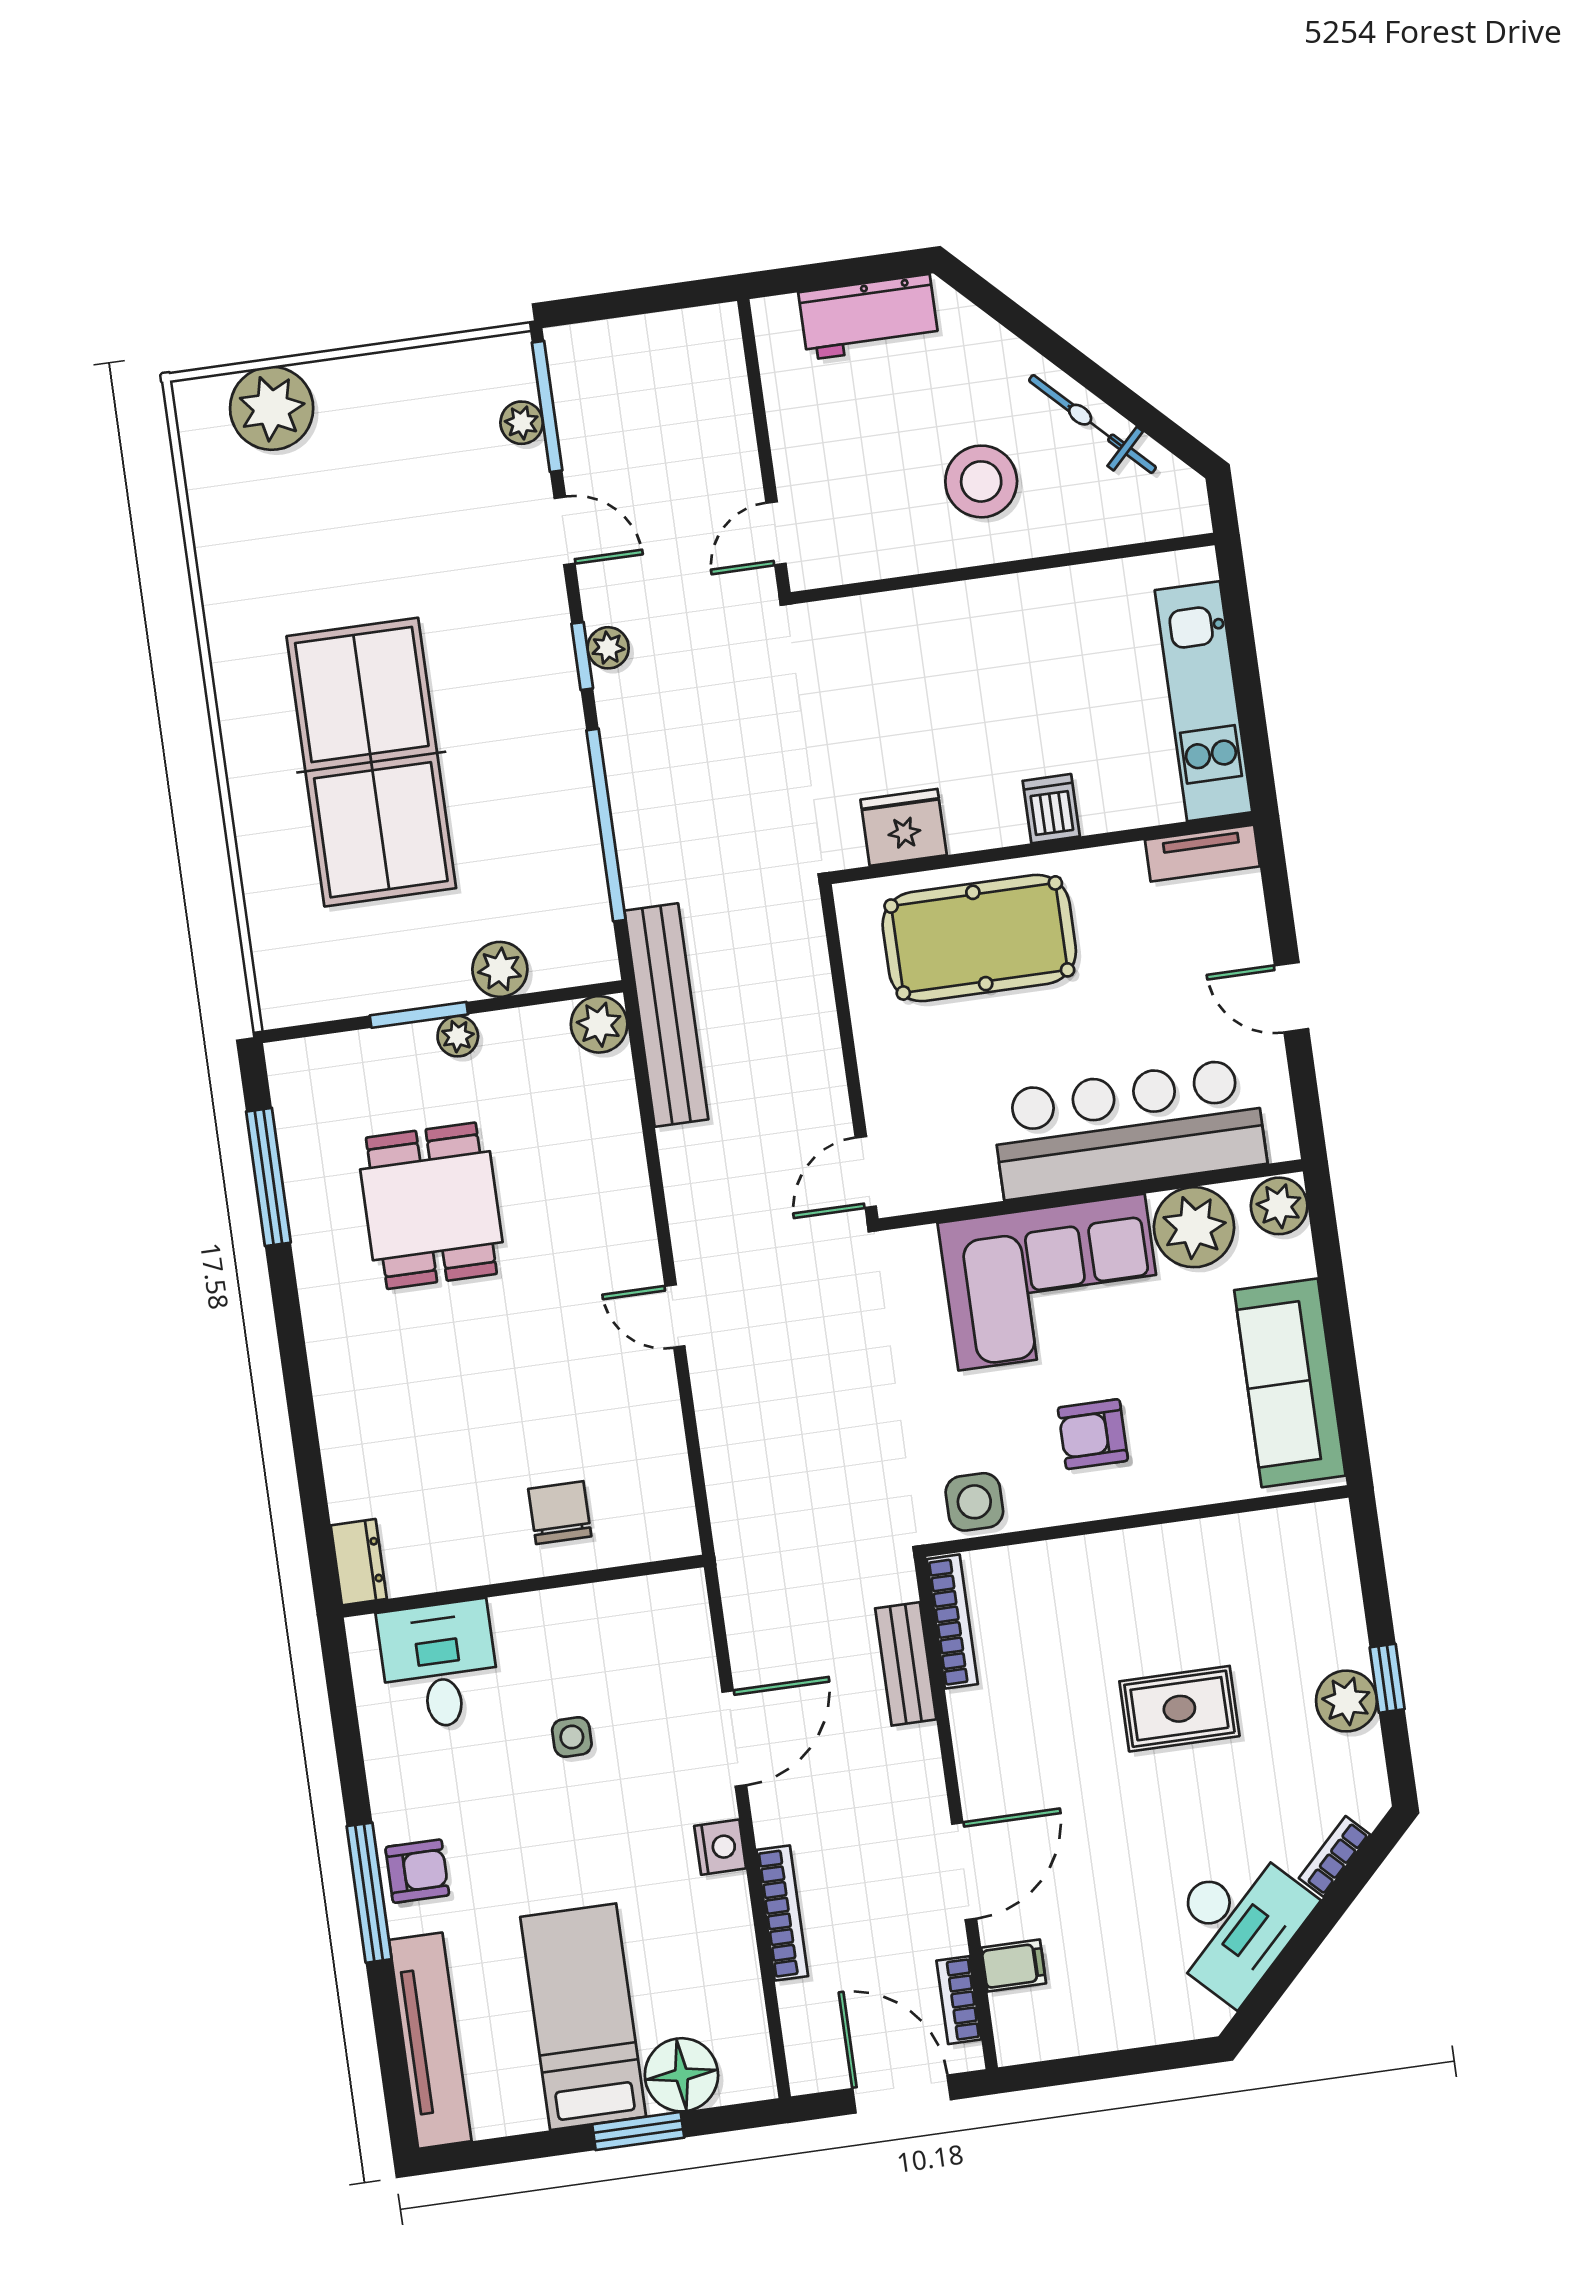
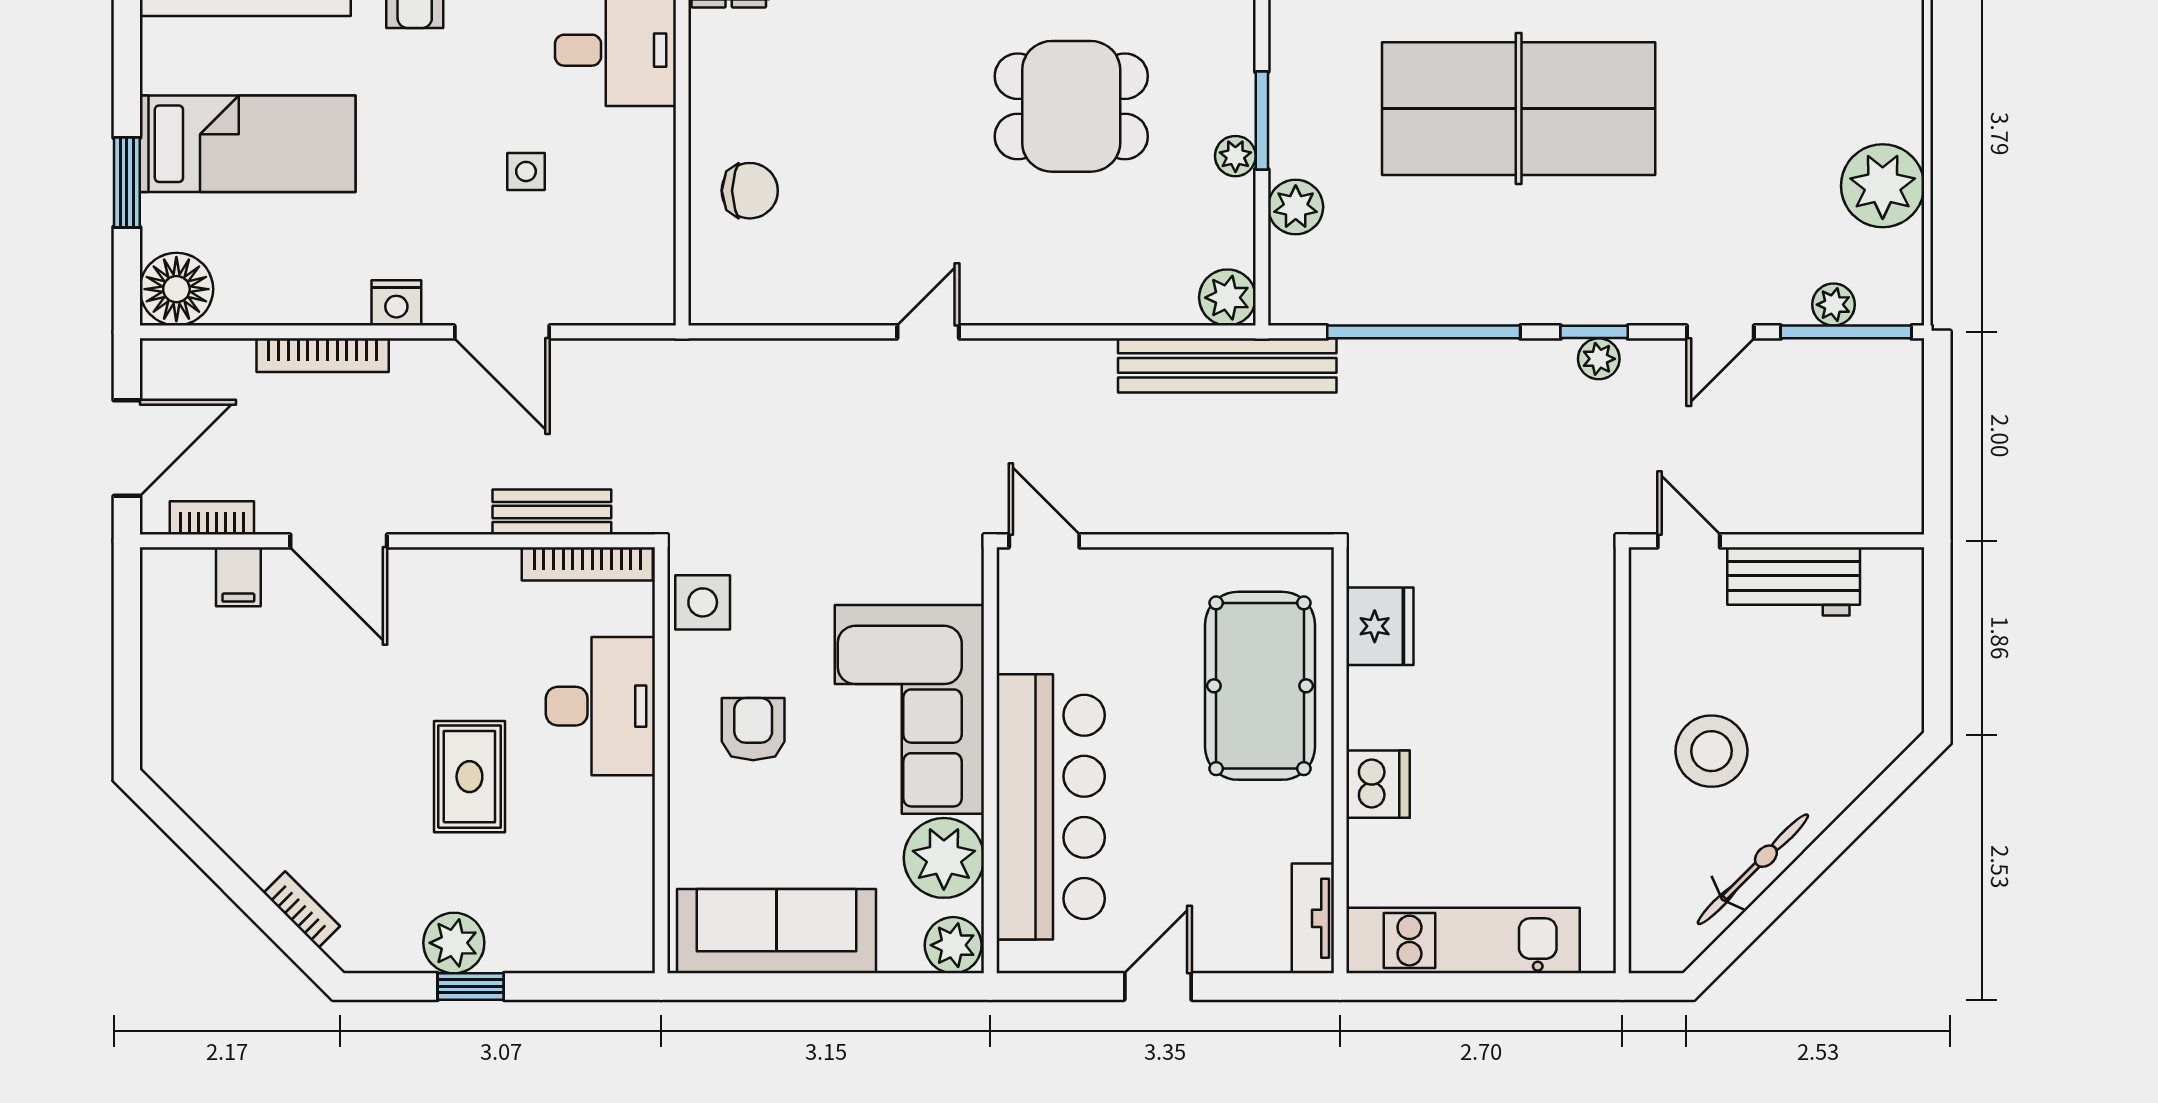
workbench: (869, 317) -> (1794, 581), moved, turned -90
plant: (272, 408) -> (1883, 186), moved
dishwasher: (1051, 809) -> (1378, 784), width x1.38
desk: (1236, 1923) -> (600, 706), moved, turned -135
floor lamp: (681, 2075) -> (176, 289), moved

